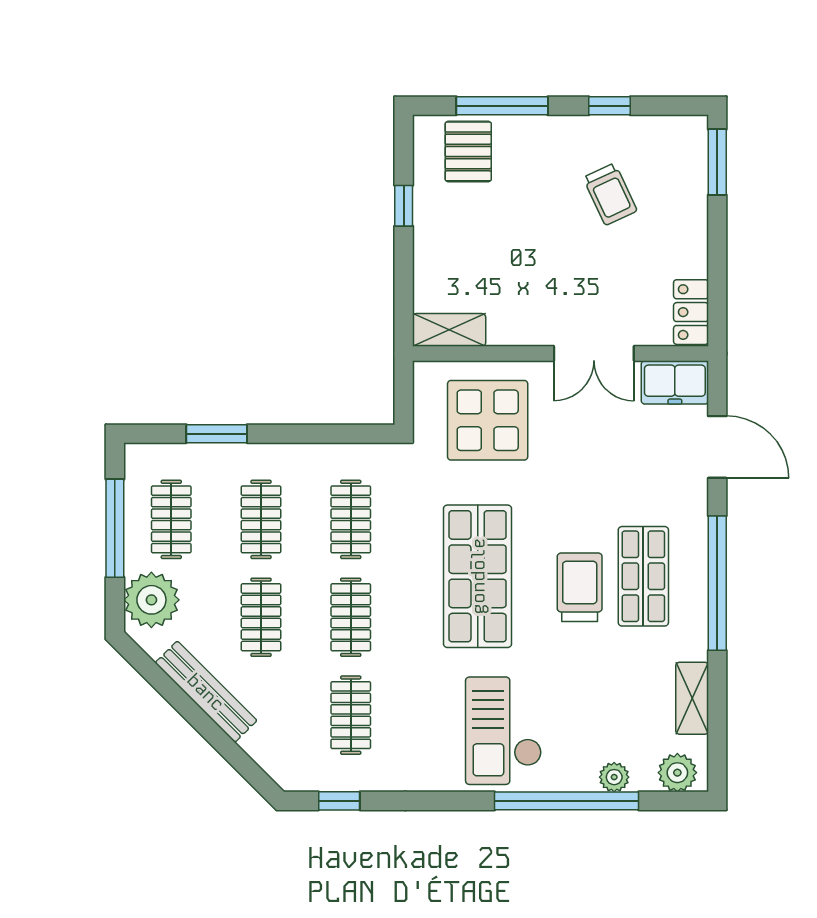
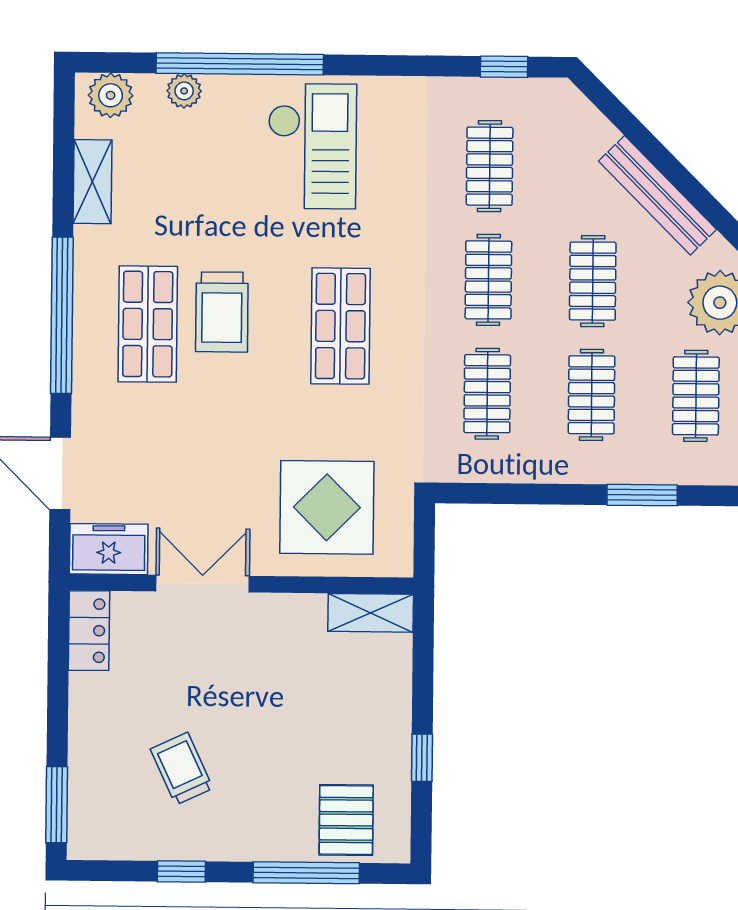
shop shelf: (478, 576) -> (340, 326), width x0.70, depth x0.74

